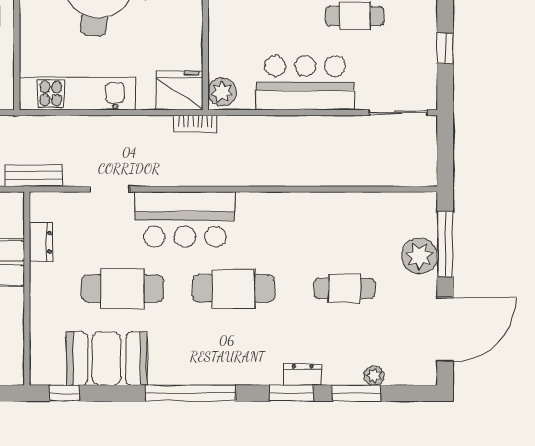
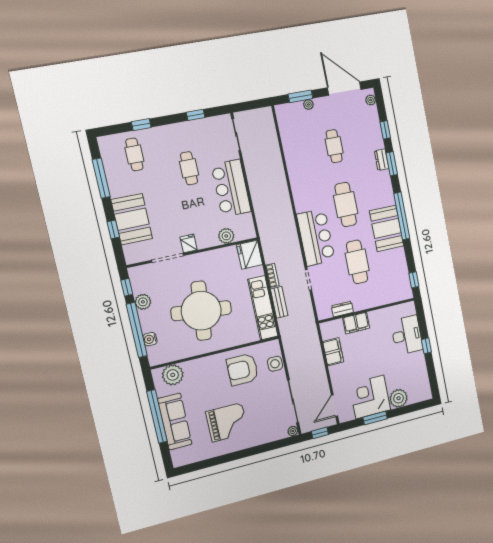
plant: (222, 92) -> (226, 236), moved
bookcase: (195, 124) -> (272, 275), moved
bench: (34, 176) -> (279, 302), moved
window: (445, 244) -> (300, 96), width x0.69
plant: (420, 256) -> (308, 105), width x0.53, depth x0.53
booth: (107, 359) -> (387, 228), moved
plant: (374, 376) -> (371, 100), moved
window: (356, 393) -> (385, 130), width x0.67

